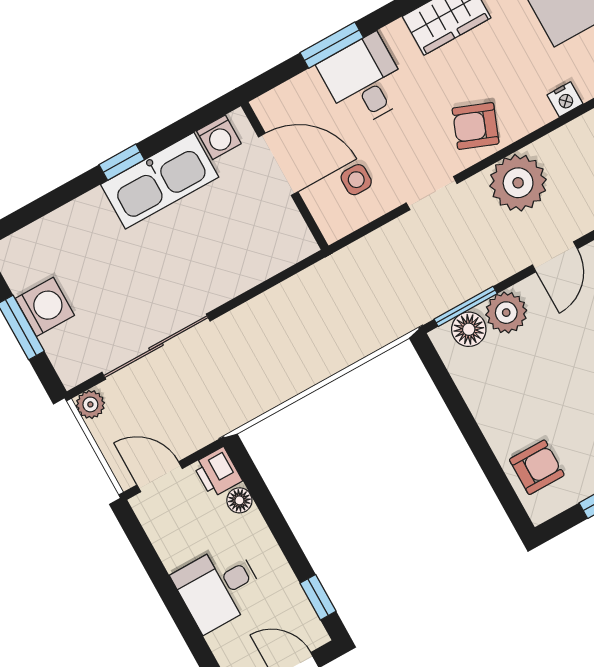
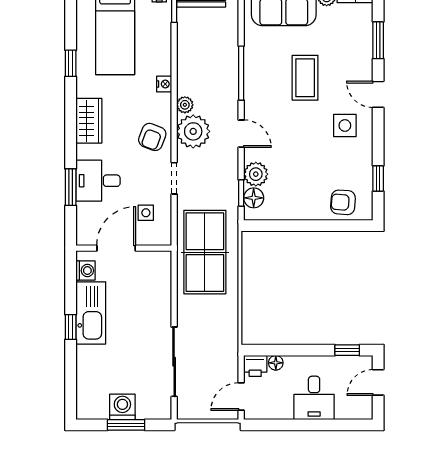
table tennis table: (347, 301) -> (205, 252), added
window: (466, 306) -> (241, 193), width x0.67
plant: (90, 404) -> (185, 105), moved
armchair: (537, 467) -> (343, 202), turned -86

